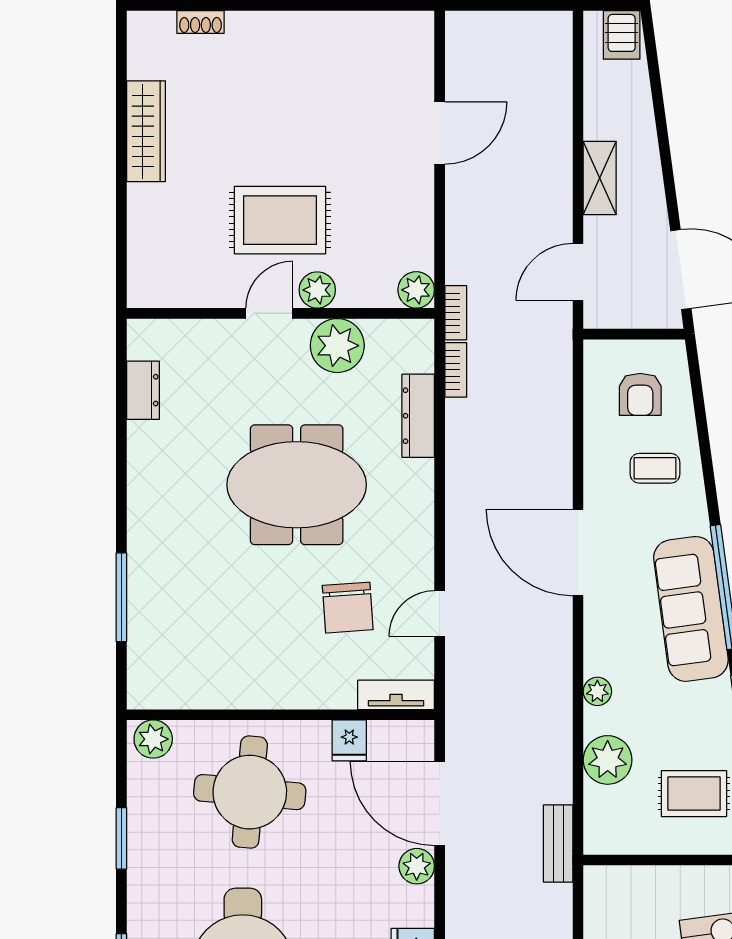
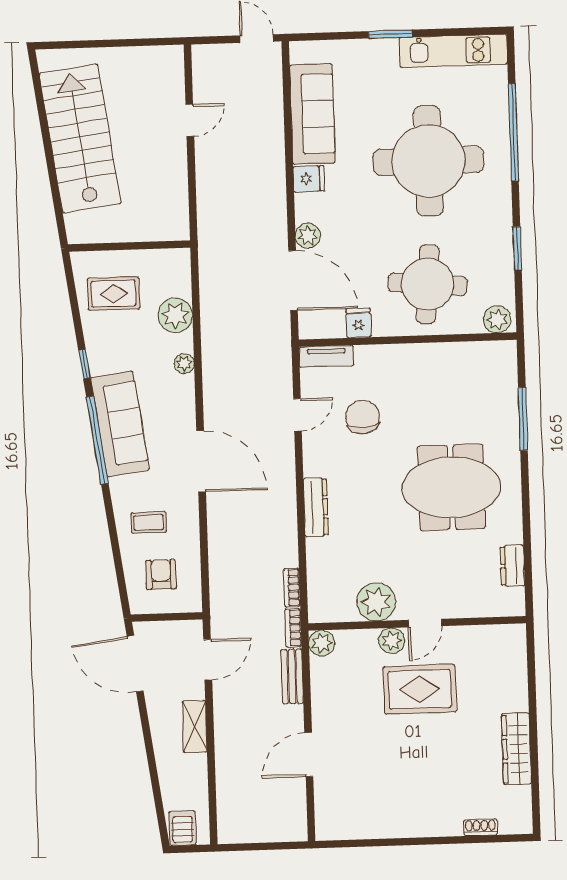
dresser: (418, 416) -> (316, 507), moved
meeting table: (297, 485) -> (451, 487), moved
bench: (558, 844) -> (292, 676), moved

